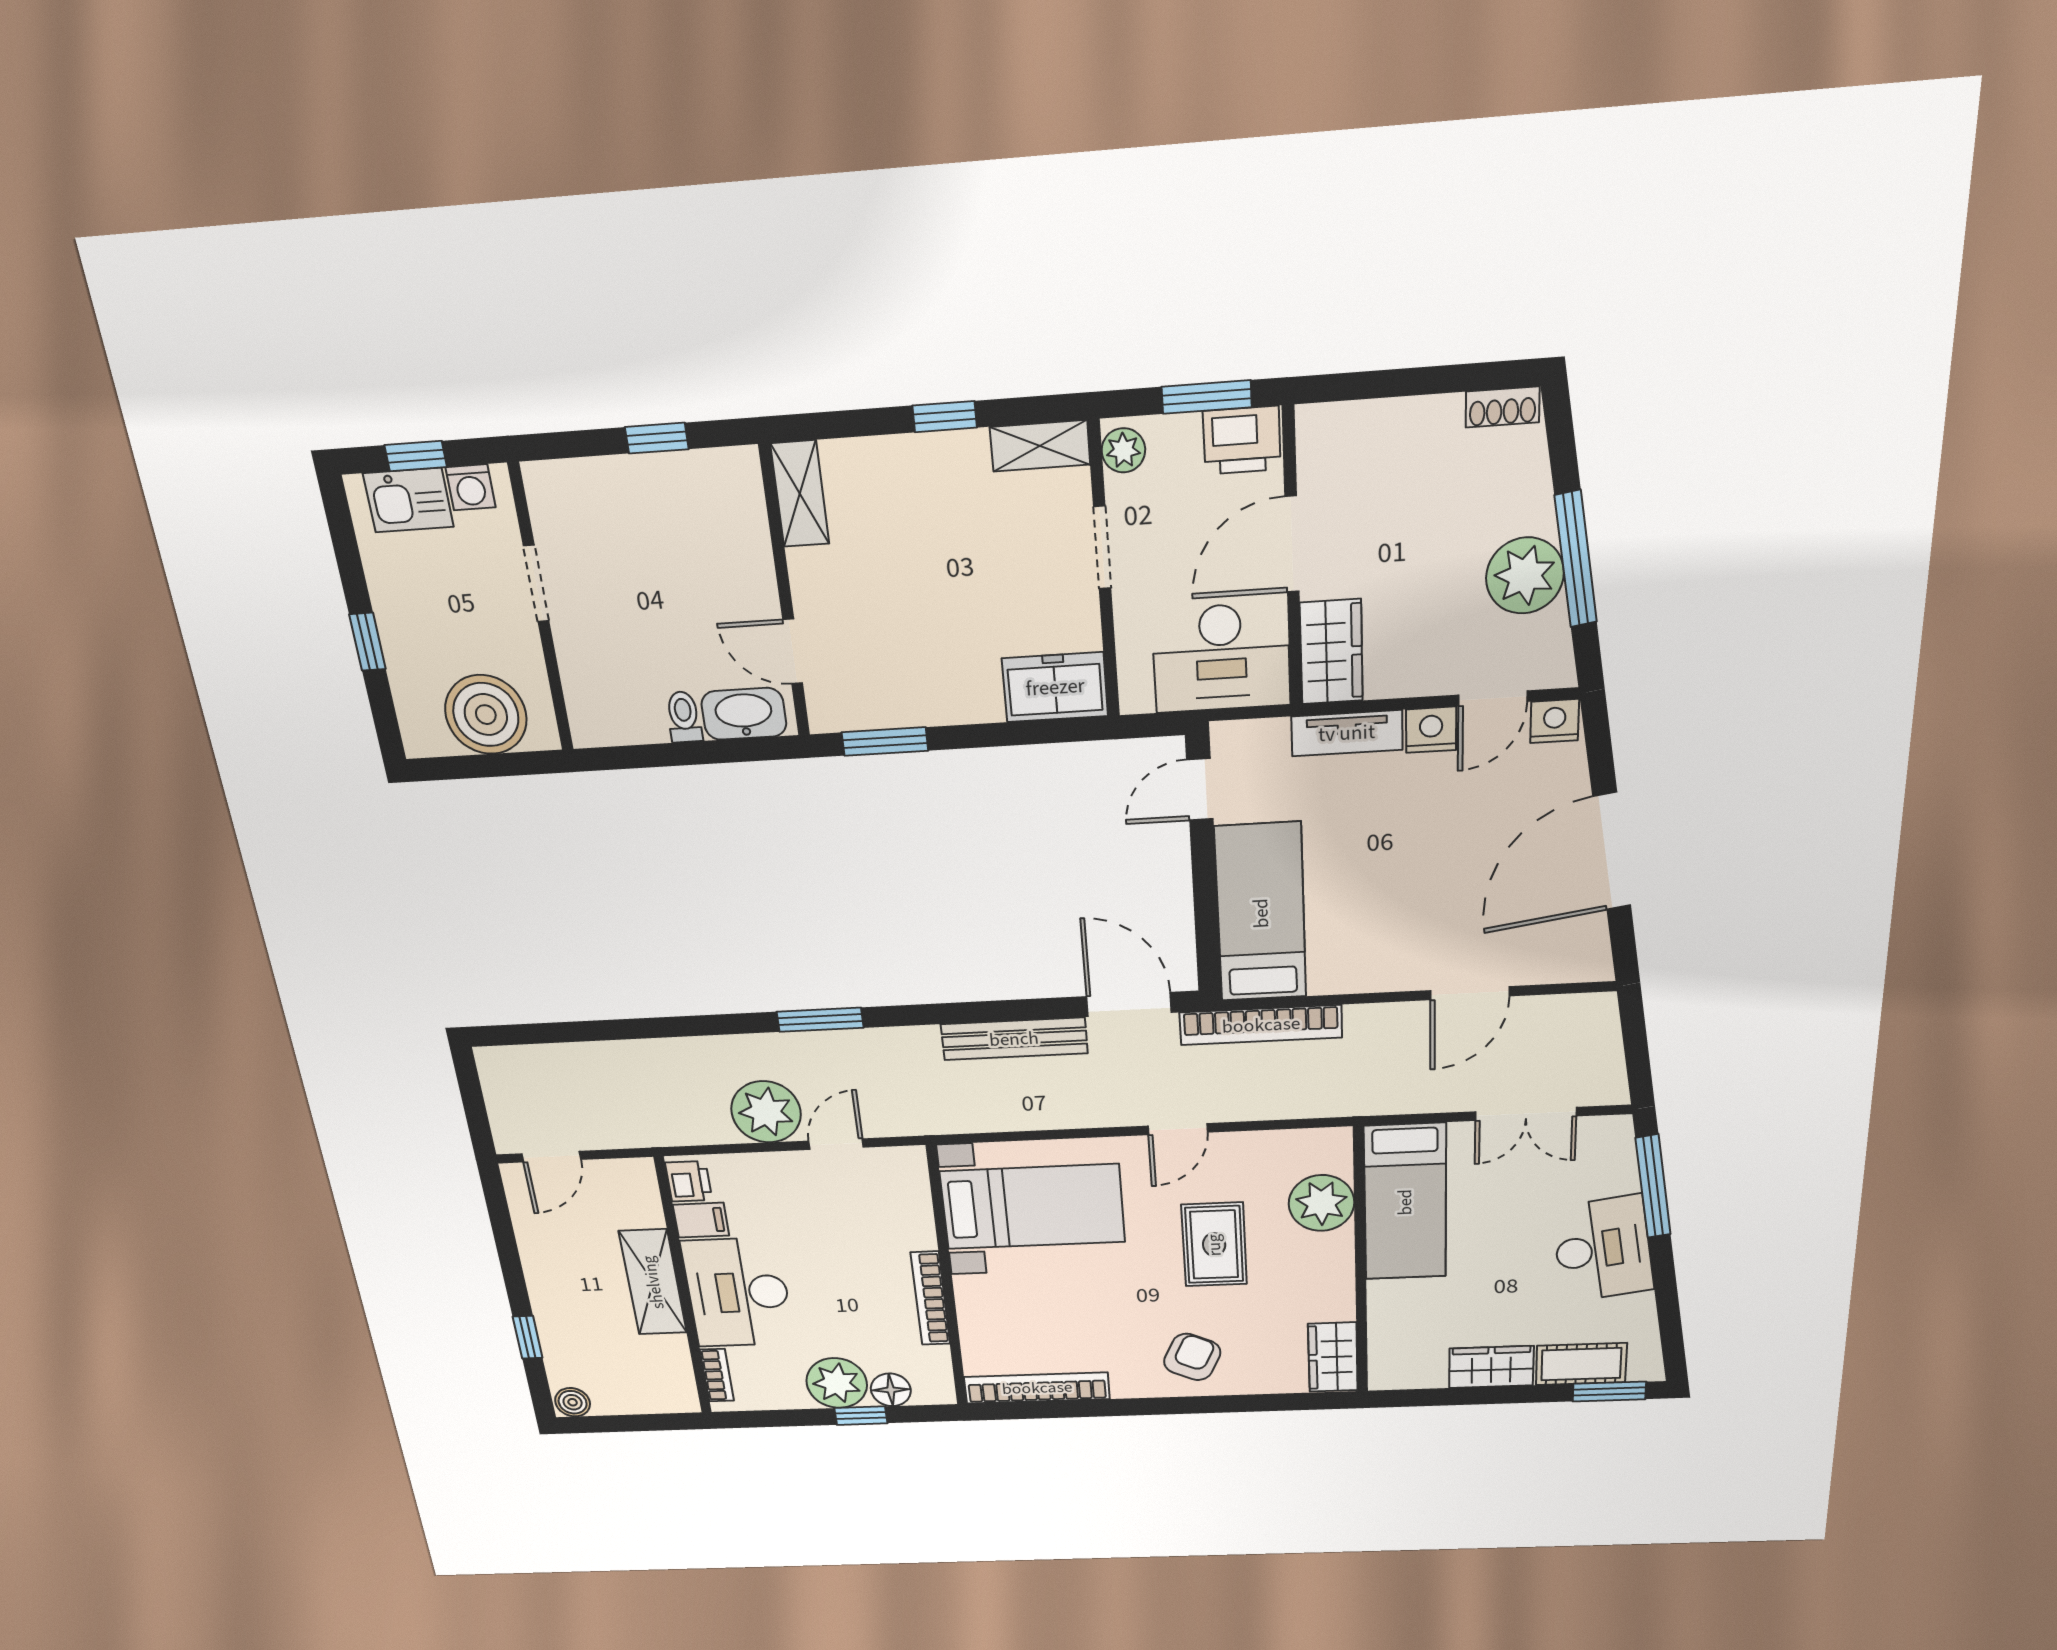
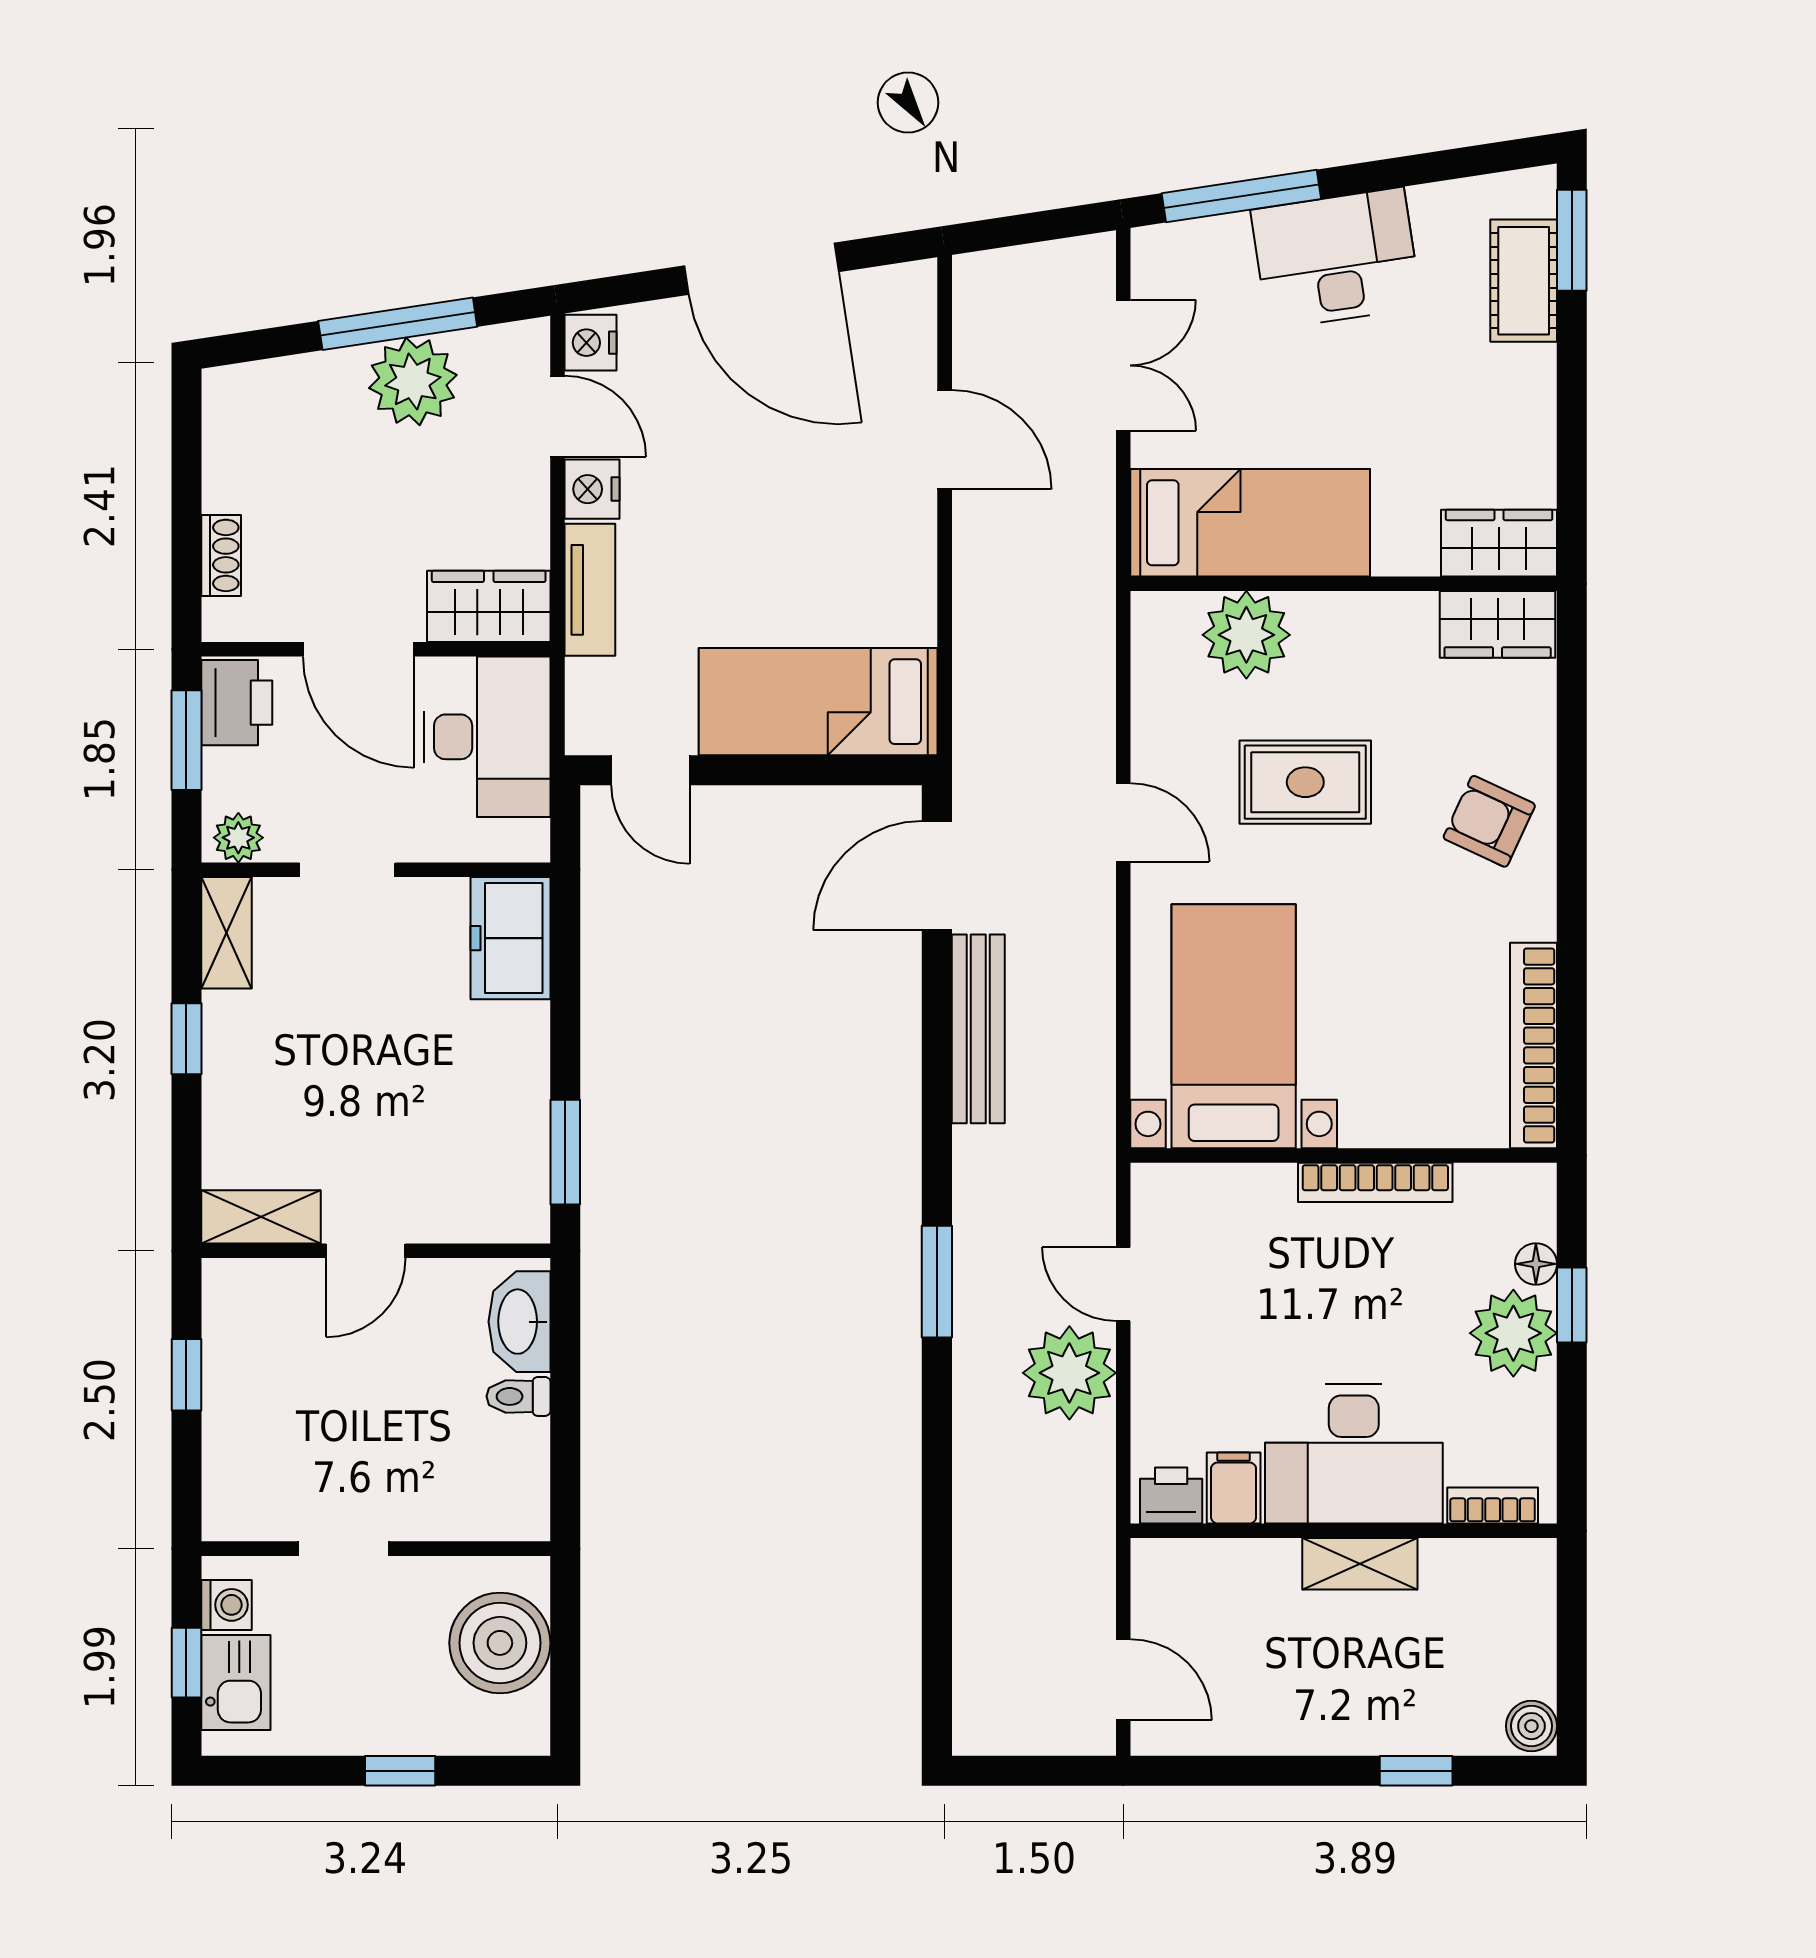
shoe rack: (1503, 407) -> (221, 555), moved
door: (793, 651) -> (366, 1251), moved
bookcase: (1261, 1025) -> (975, 707), removed
shelving: (653, 1282) -> (1360, 1564), width x0.67, depth x0.75
wardrobe: (1491, 1367) -> (1499, 543), moved, turned 90
floor lamp: (891, 1390) -> (1536, 1264), width x0.73, depth x0.73

